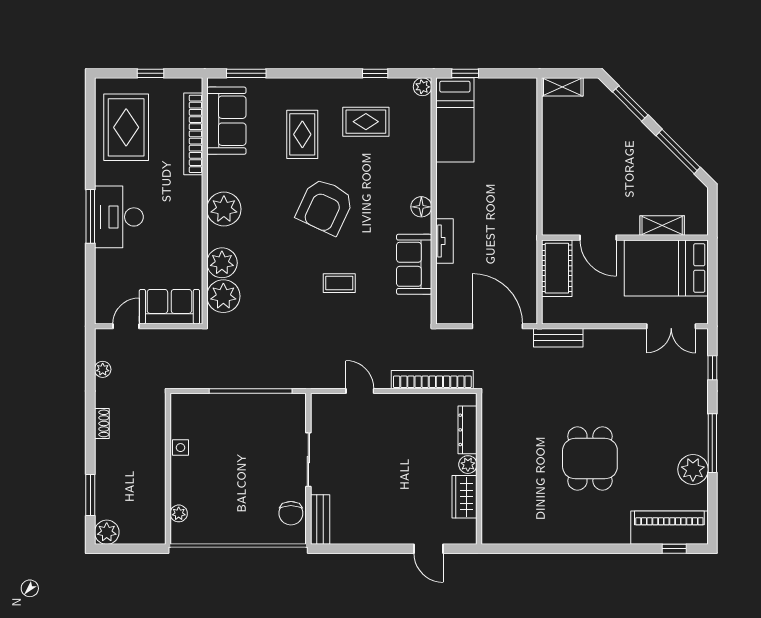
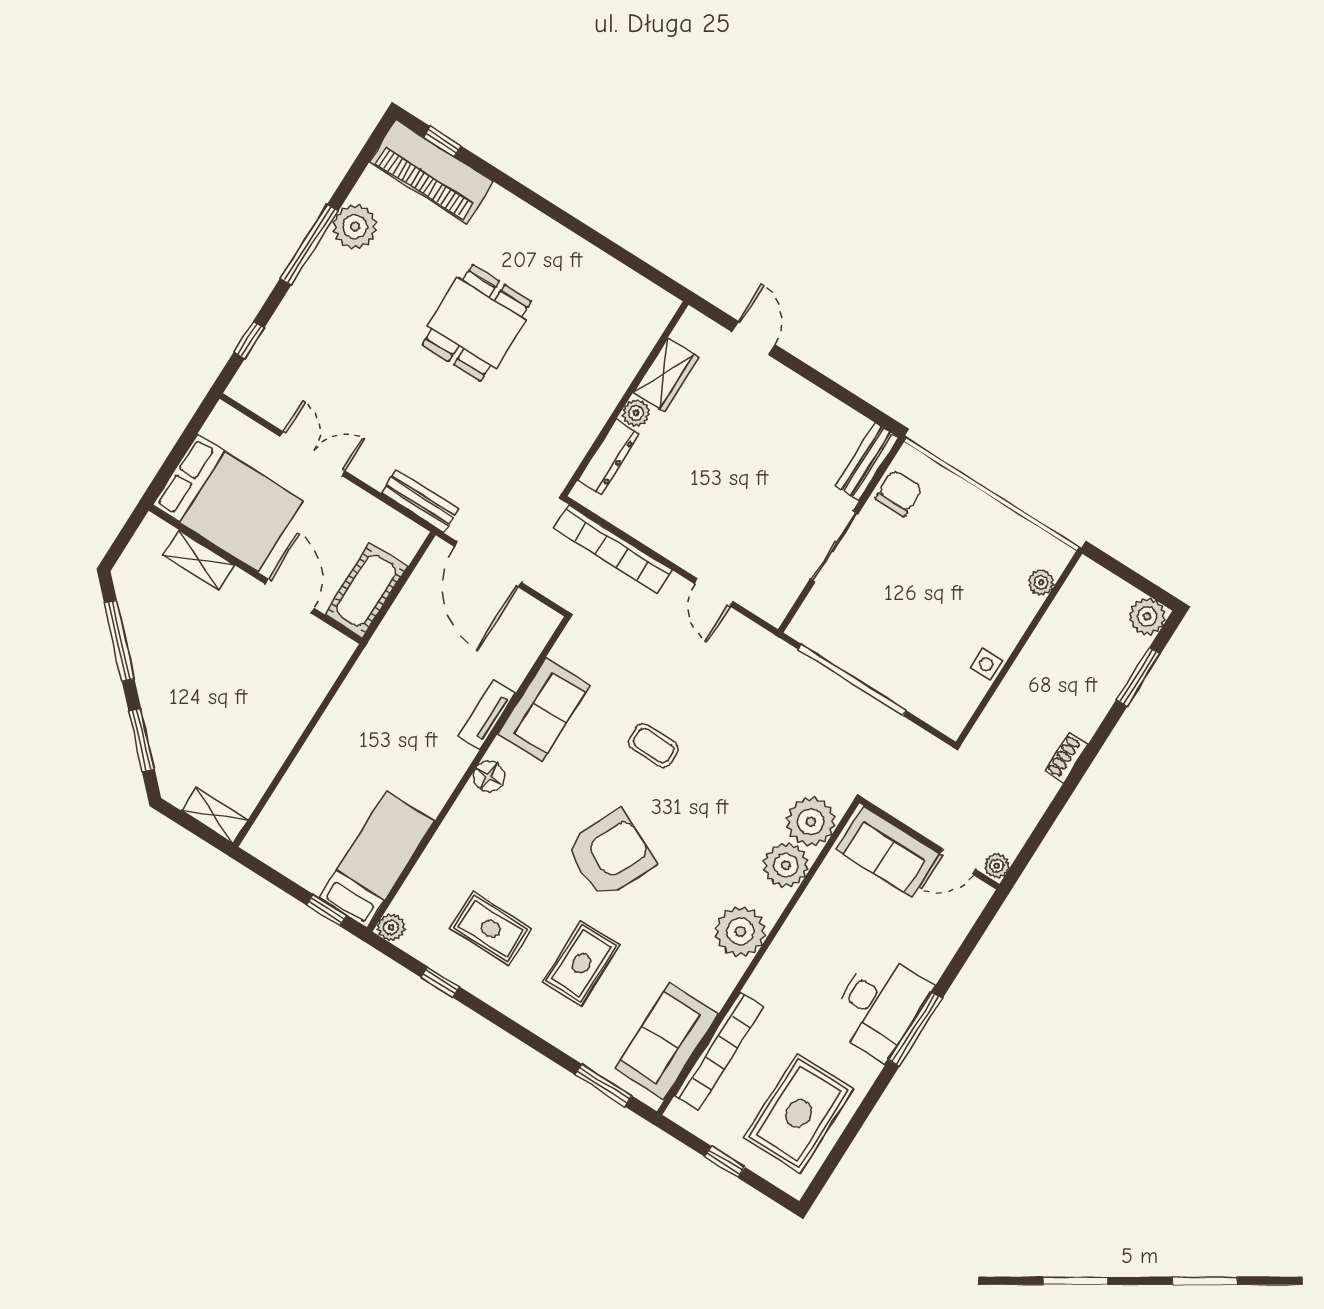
double door: (671, 326) -> (313, 454), moved
plant: (103, 369) -> (997, 866), moved

